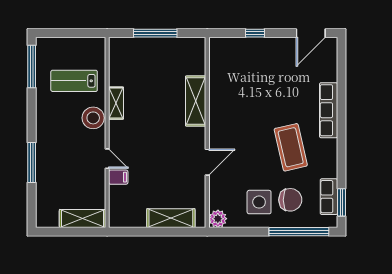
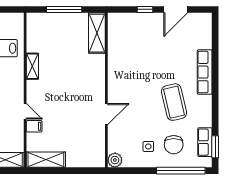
door: (311, 33) -> (176, 9), moved
shelving: (196, 101) -> (97, 33), moved
stool: (93, 118) -> (14, 78), removed
chair: (290, 200) -> (174, 145), turned 90
side table: (259, 202) -> (148, 146), width x0.54, depth x0.54
shelving: (171, 218) -> (46, 160), moved

